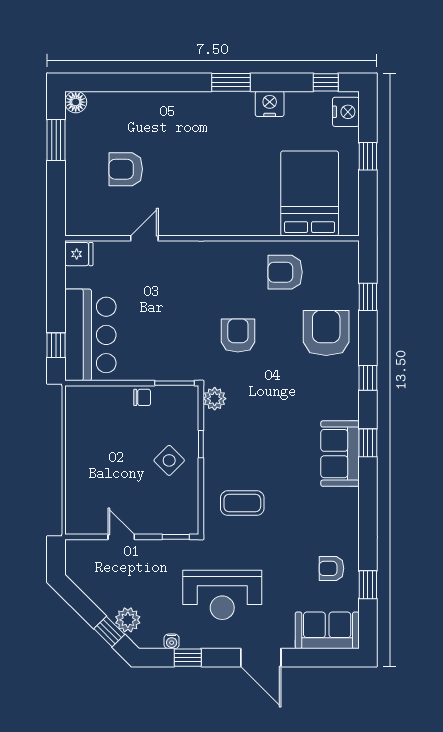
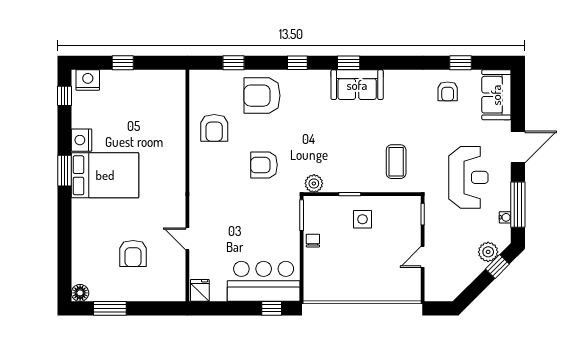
bed: (310, 193) -> (105, 175), moved, turned 180
side table: (169, 460) -> (362, 219), turned 45
window: (188, 658) -> (518, 205), width x2.17

